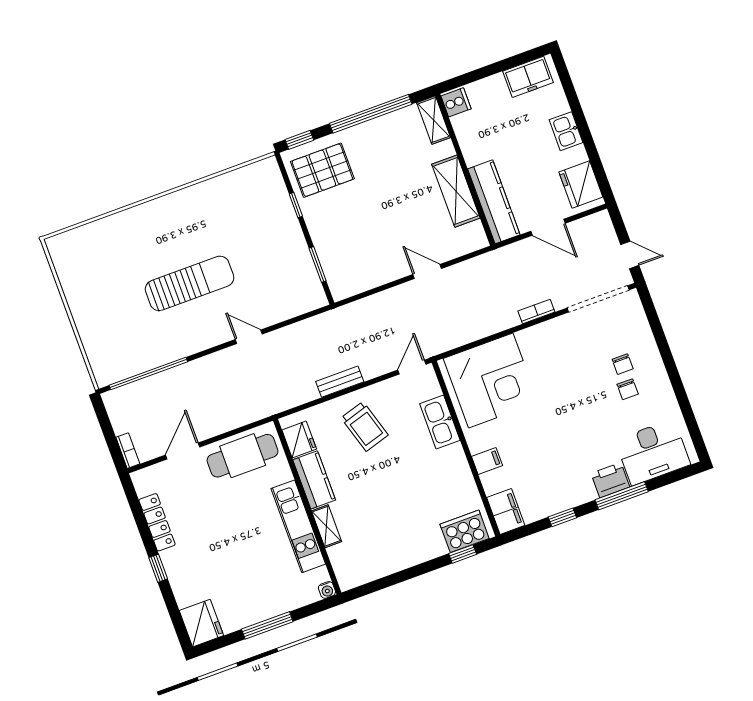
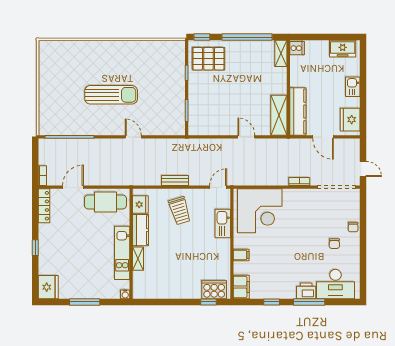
shelving: (456, 191) -> (279, 115), moved
chair: (623, 364) -> (353, 227), moved
locker: (157, 522) -> (44, 206), moved

